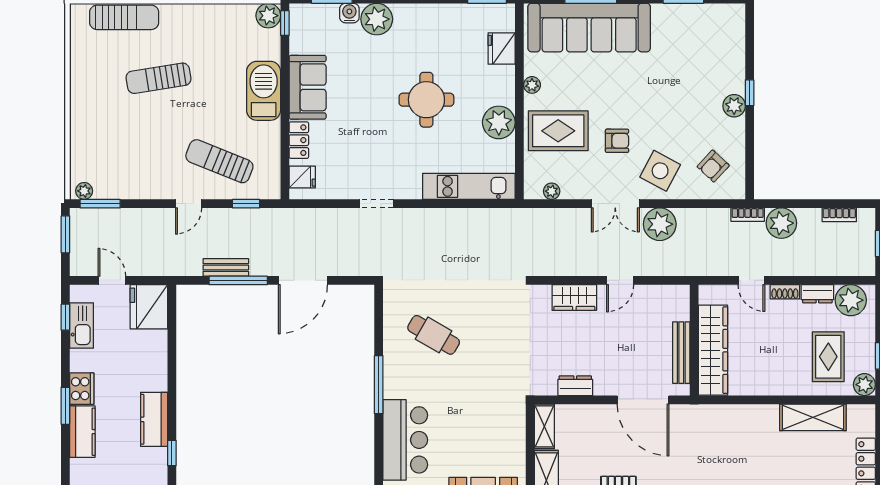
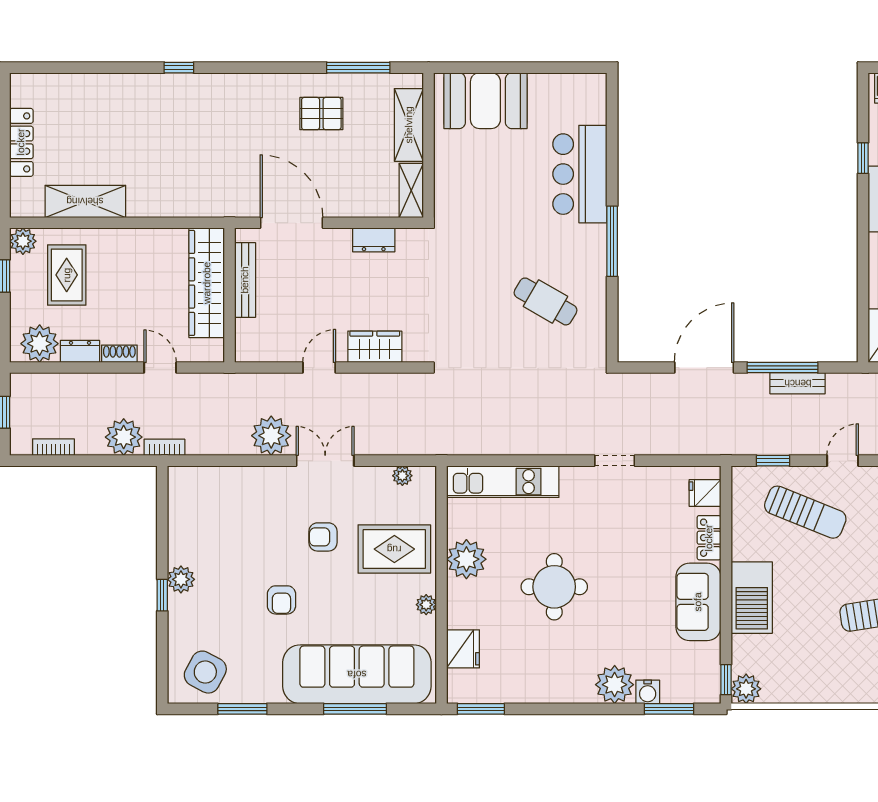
armchair: (713, 166) -> (281, 600), moved, turned 137
side table: (660, 171) -> (205, 672), moved

